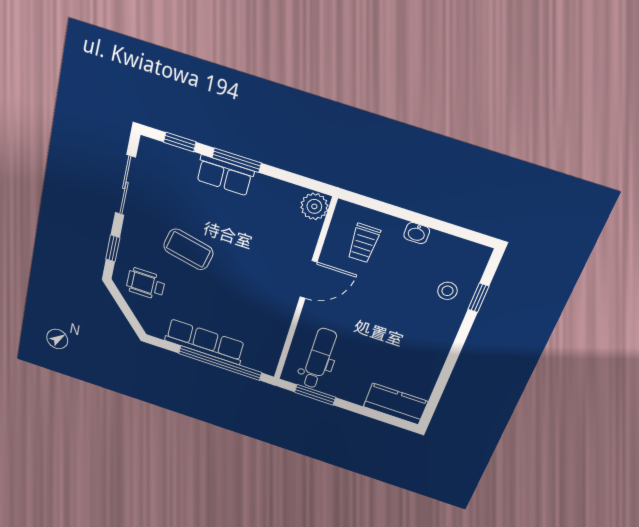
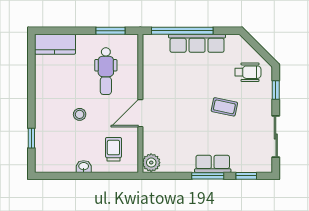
coffee table: (188, 249) -> (224, 107), width x0.73, depth x0.77
stool: (447, 291) -> (80, 114), moved
dental chair: (319, 359) -> (106, 71), moved

